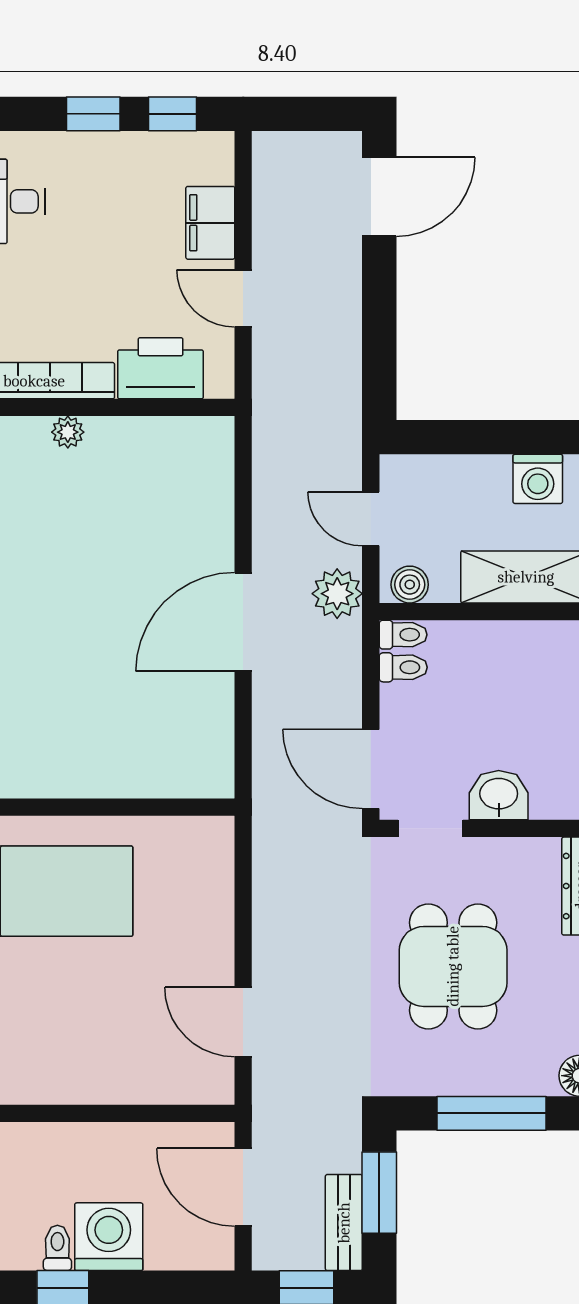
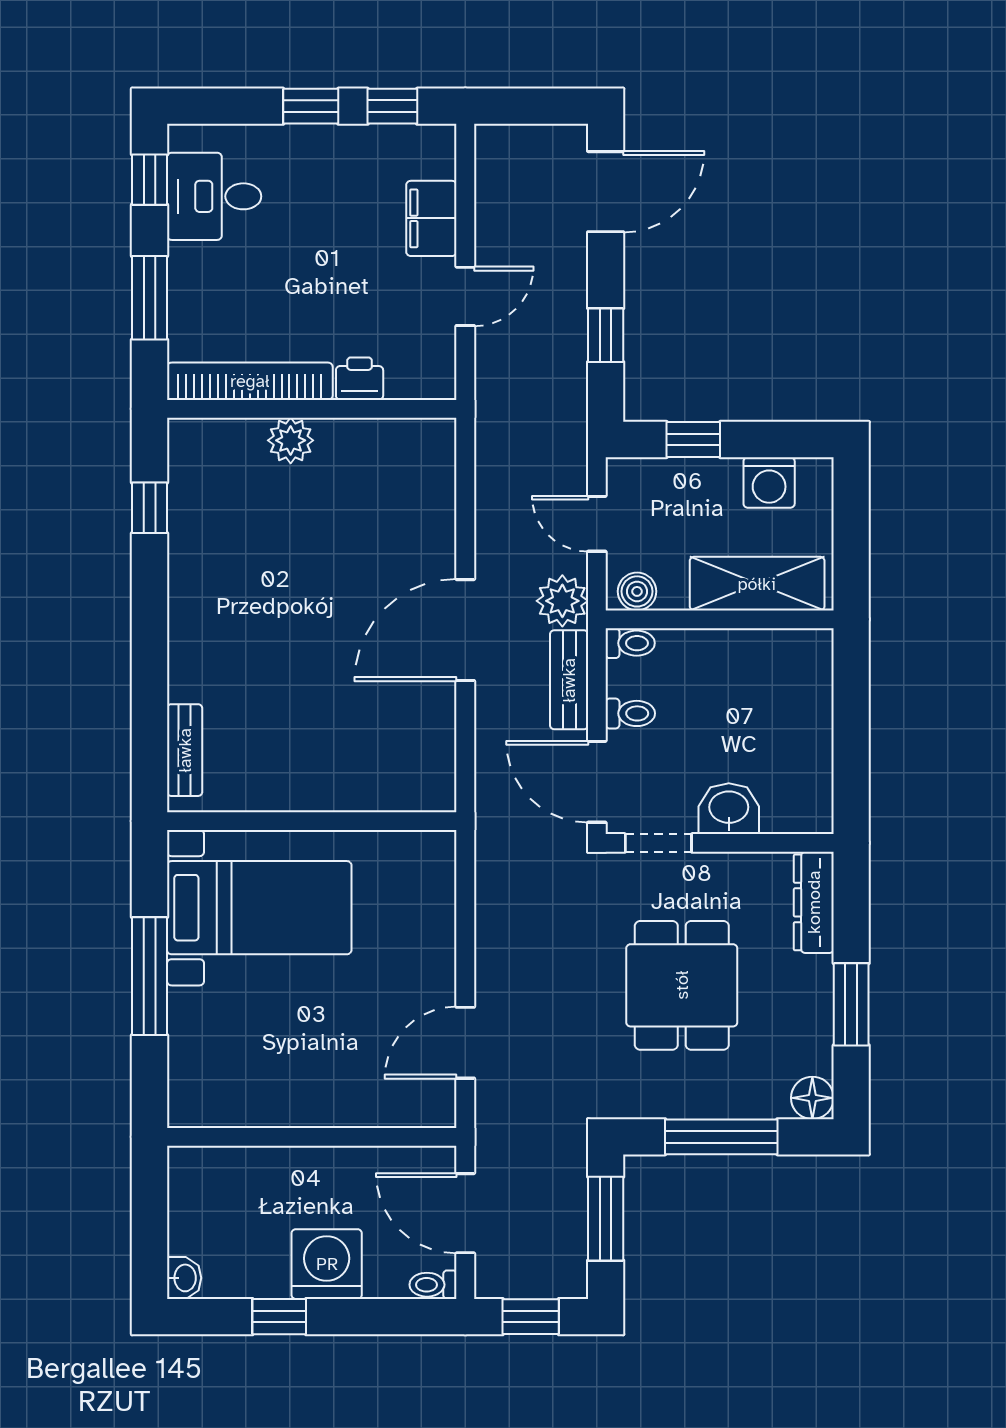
door: (243, 298) -> (465, 296), swing flipped
window: (379, 336) -> (606, 335), added
printer: (161, 368) -> (360, 379), width x0.53, depth x0.68
plant: (68, 432) -> (291, 440), width x1.38, depth x1.38
window: (464, 437) -> (693, 439), added
toilet: (403, 667) -> (630, 713), moved
door: (243, 1022) -> (465, 1043), hinge flipped
bench: (344, 1223) -> (569, 680), moved
toilet: (57, 1248) -> (433, 1285), moved, turned -90

